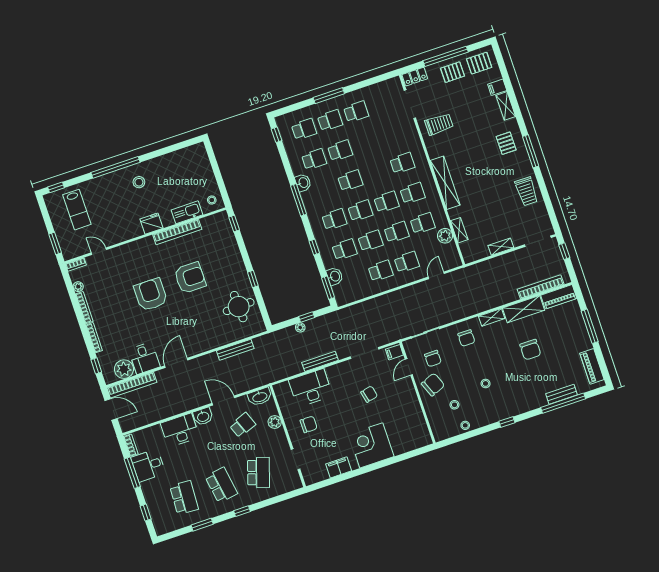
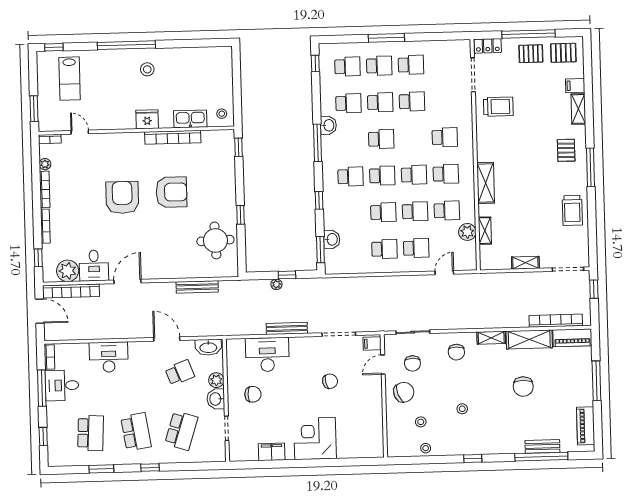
shelving: (445, 183) -> (486, 183), width x0.68
school desk: (344, 250) -> (412, 101), moved
washbasin: (203, 416) -> (216, 399), moved, turned 90

